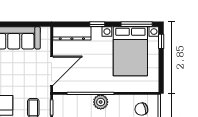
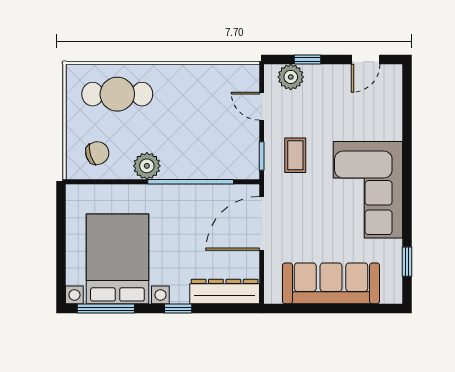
window: (161, 41) -> (61, 277), removed
plant: (101, 102) -> (147, 166), moved

